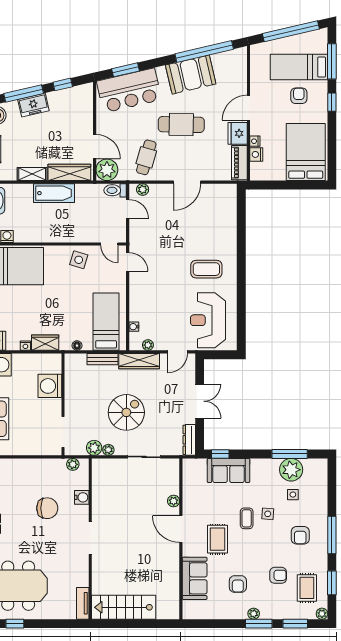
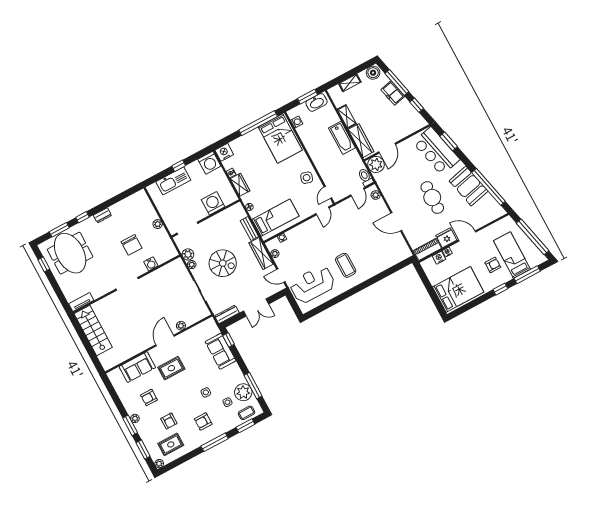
cafe table: (146, 157) -> (398, 186), removed
plant: (73, 464) -> (158, 224), moved
coffee table: (247, 518) -> (247, 413), moved
window: (332, 583) -> (245, 426), moved

